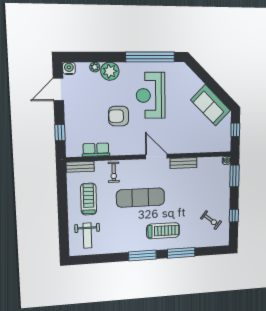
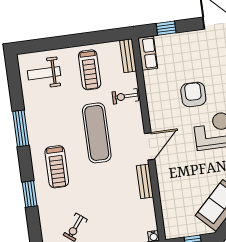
row of seats: (96, 150) -> (148, 53), moved
treadmill: (89, 199) -> (90, 70), turned 90
window: (181, 253) -> (30, 194), width x0.69
window: (142, 256) -> (21, 128), moved

